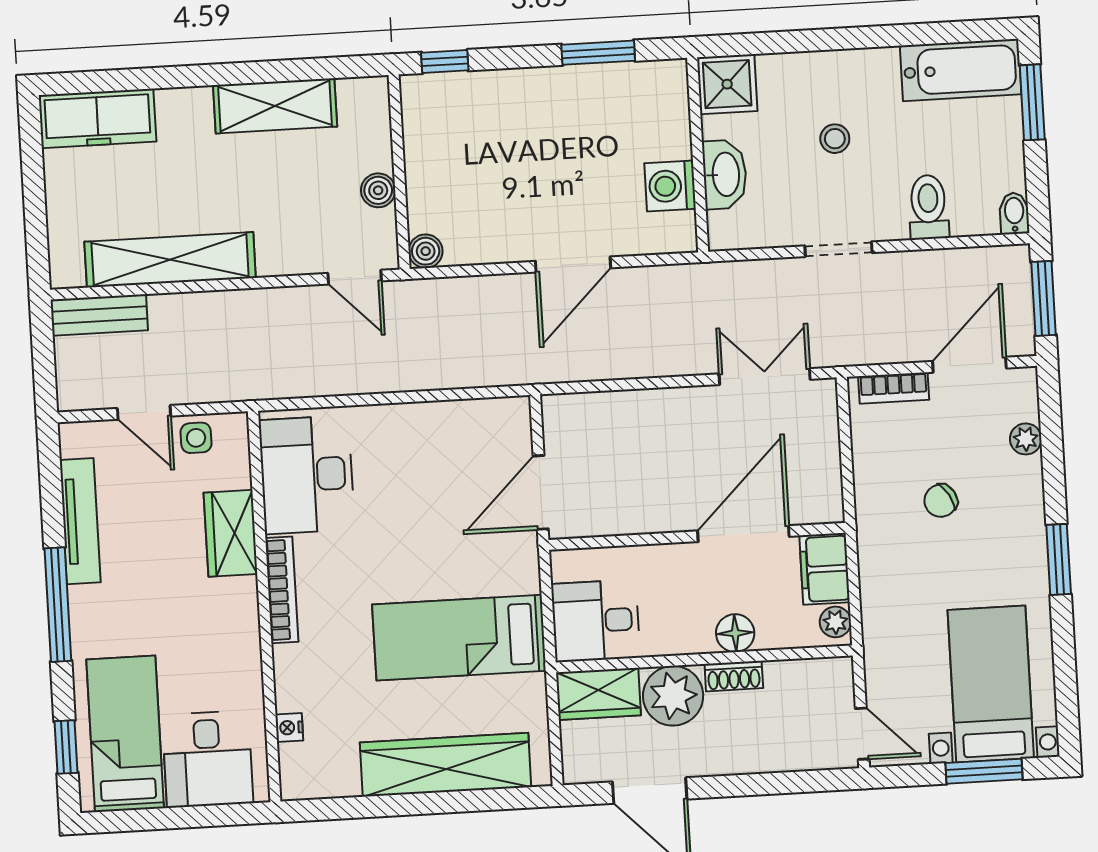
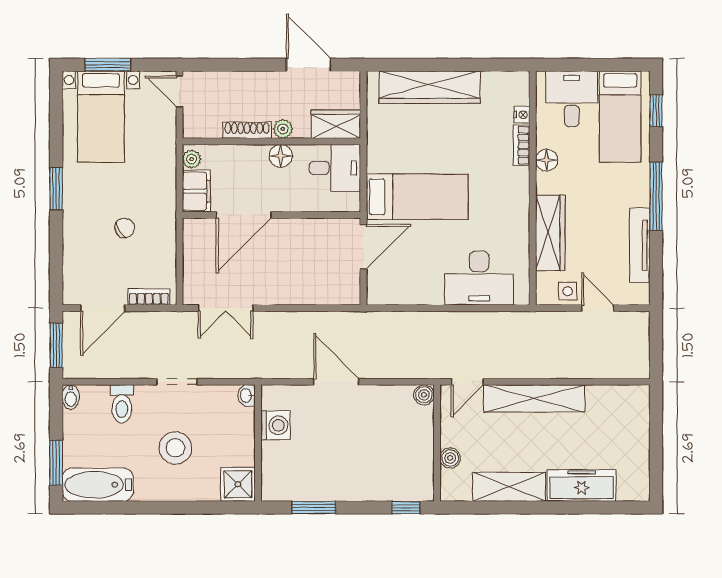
freezer: (97, 118) -> (582, 485), moved
stool: (835, 139) -> (175, 448), width x1.89, depth x1.89
washbasin: (725, 174) -> (246, 395), moved, width x0.52, depth x0.69
boiler: (378, 190) -> (450, 458), moved
shelving: (170, 260) -> (534, 398), moved
door: (573, 265) -> (336, 382), hinge flipped
door: (355, 277) -> (467, 382), swing flipped
bench: (99, 315) -> (621, 368), removed
plant: (1026, 439) -> (72, 262), removed
desk: (307, 475) -> (479, 278), moved, turned 90
wardrobe: (231, 533) -> (550, 233), width x1.50
bookcase: (282, 590) -> (522, 145), moved, width x0.64
floor lamp: (735, 633) -> (281, 156), moved
bed: (459, 638) -> (417, 197), moved
floor lamp: (244, 654) -> (547, 160), added
shoe rack: (734, 676) -> (247, 130), width x1.43
plant: (673, 696) -> (283, 129), width x0.53, depth x0.53

